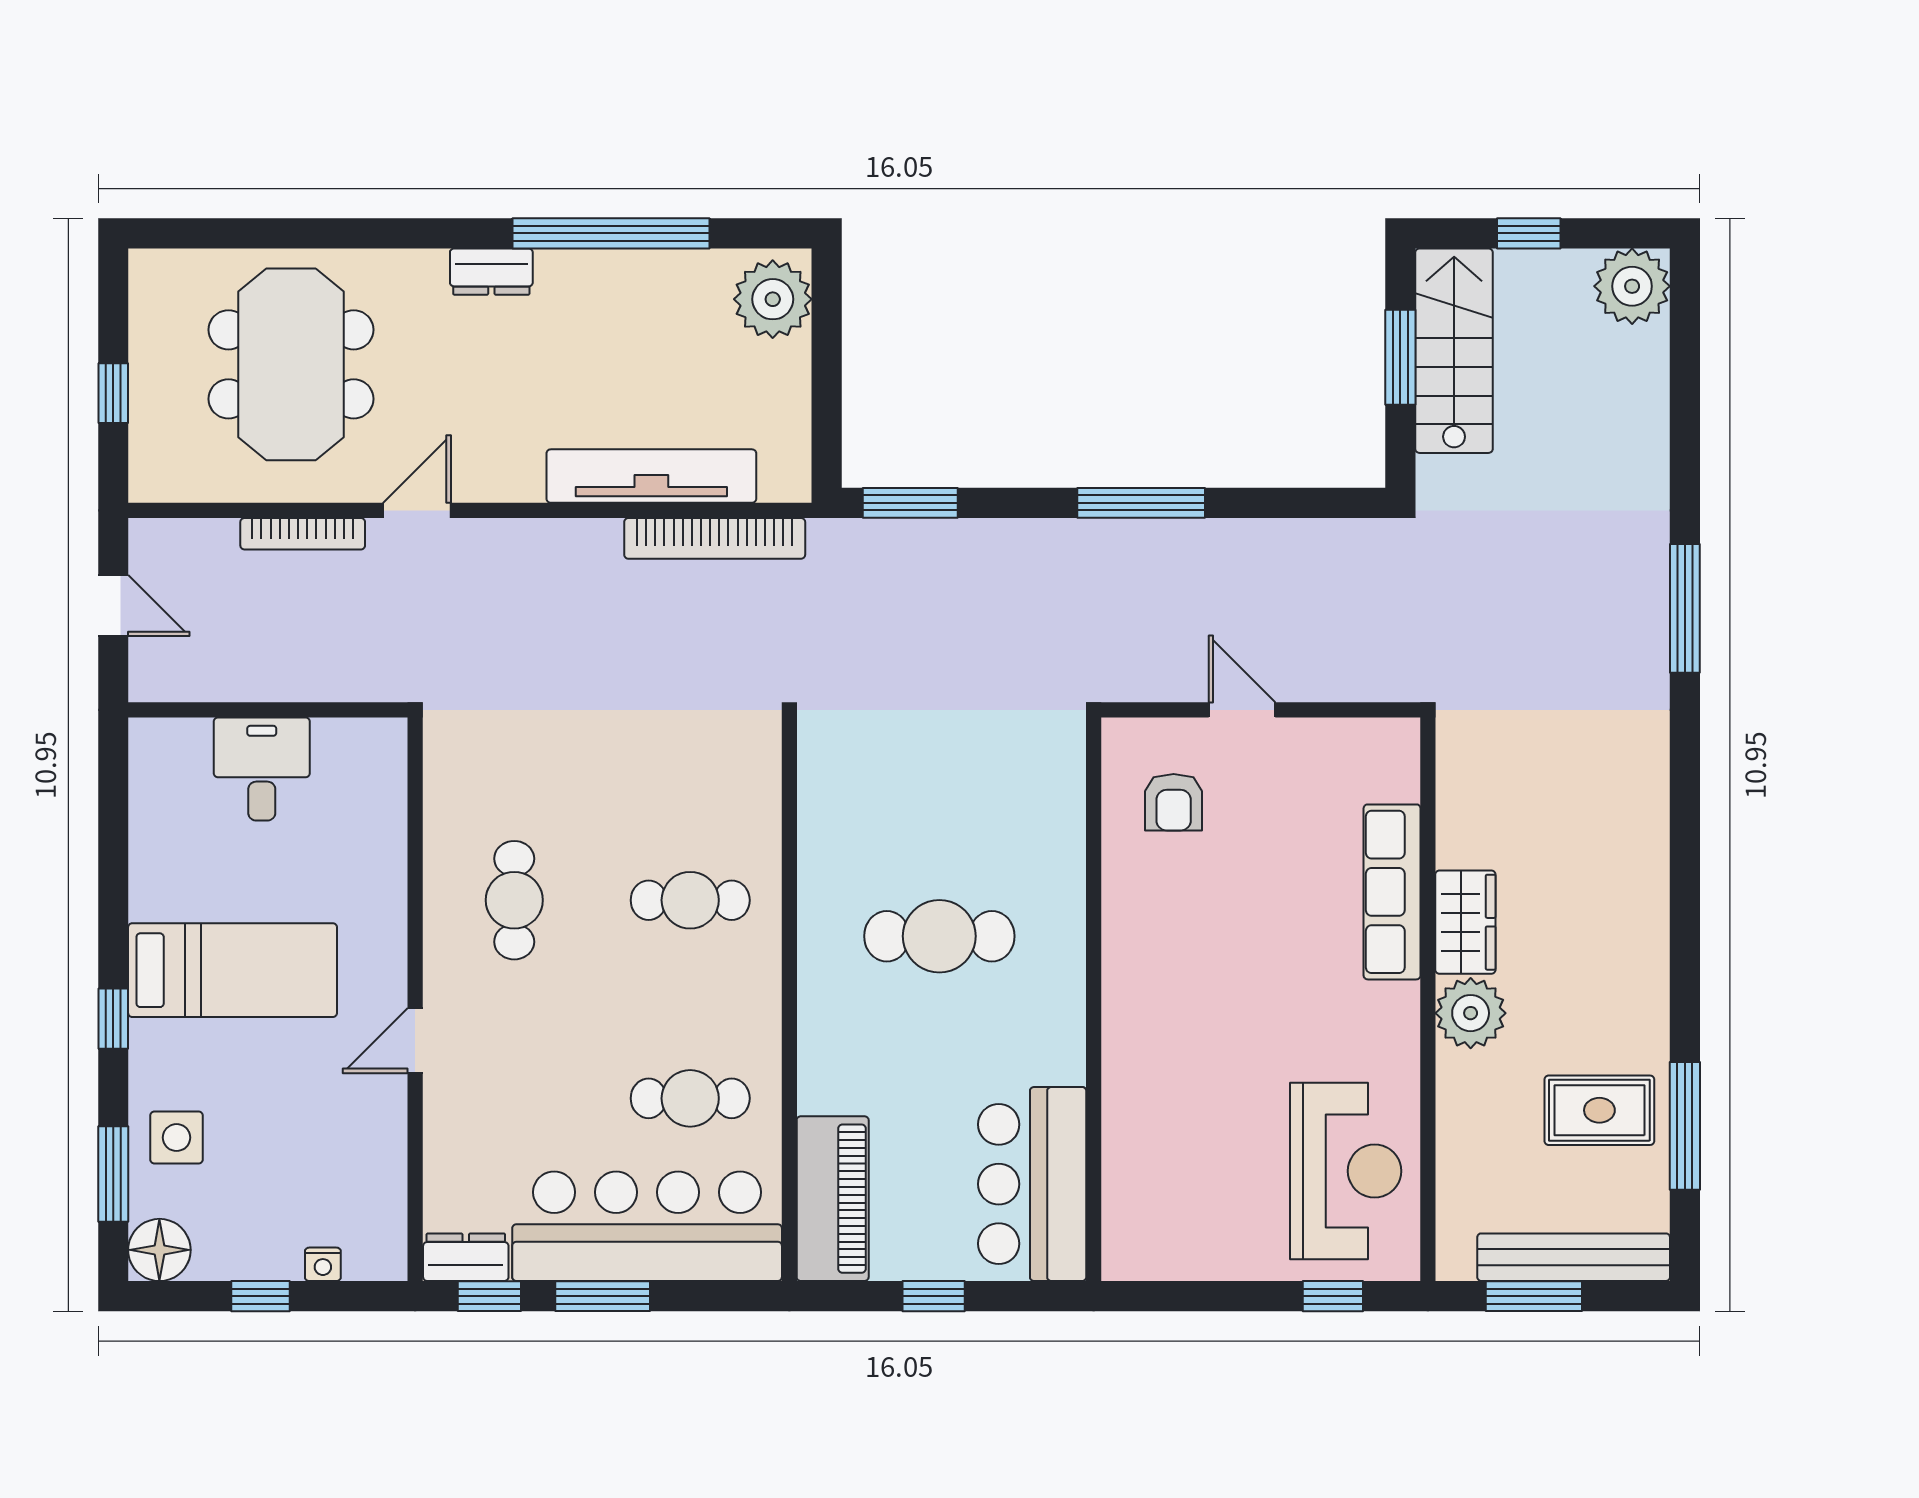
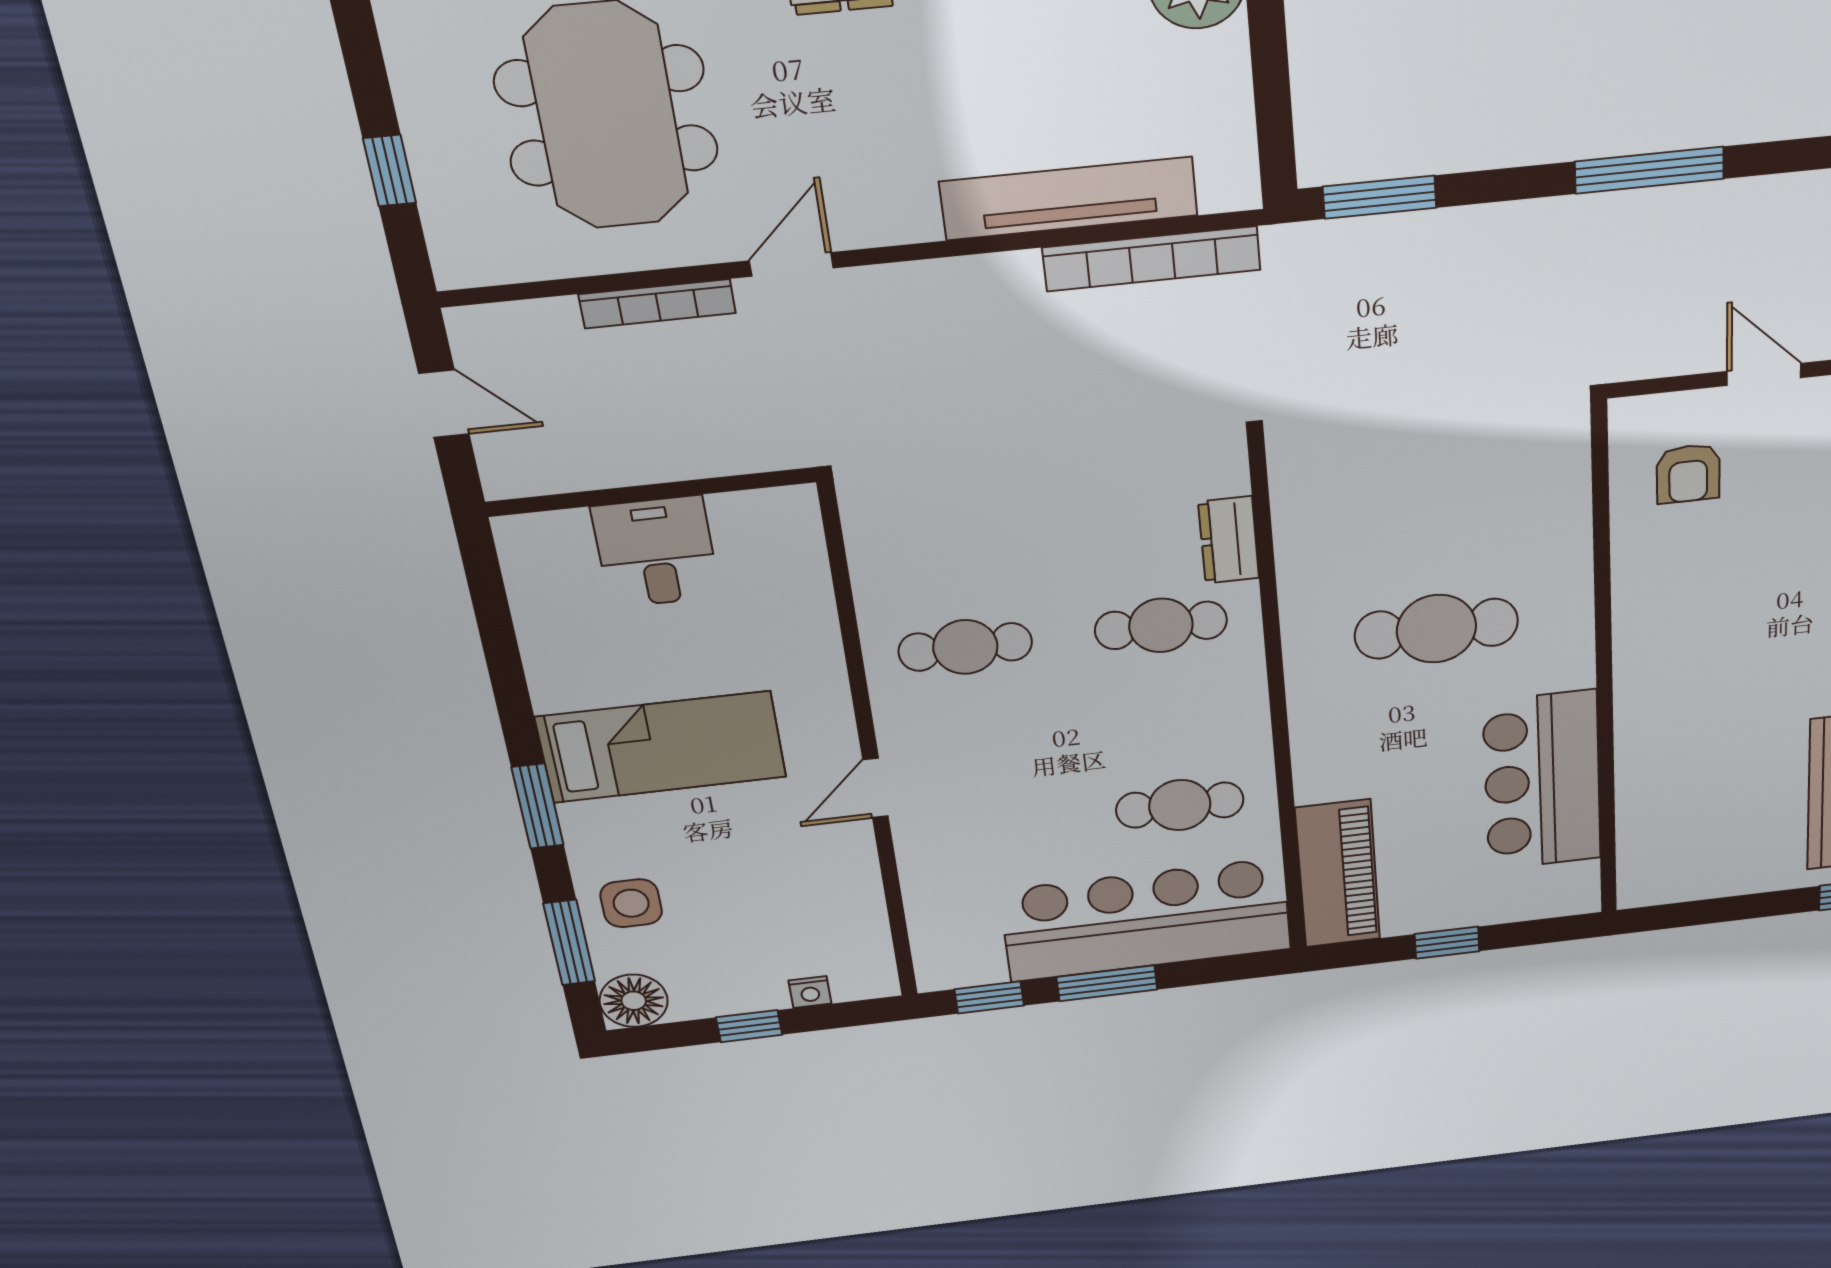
cafe table: (514, 900) -> (965, 647), turned 90
window: (113, 1019) -> (538, 806), width x1.50
bar counter: (1032, 1184) -> (1542, 781), moved
dresser: (466, 1257) -> (1229, 540), moved, turned -90

